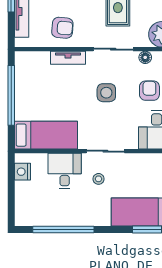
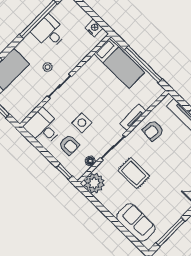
side table: (106, 93) -> (82, 123), moved
bed: (46, 135) -> (119, 63), moved, turned -90
desk: (65, 171) -> (49, 32), moved, turned 180

